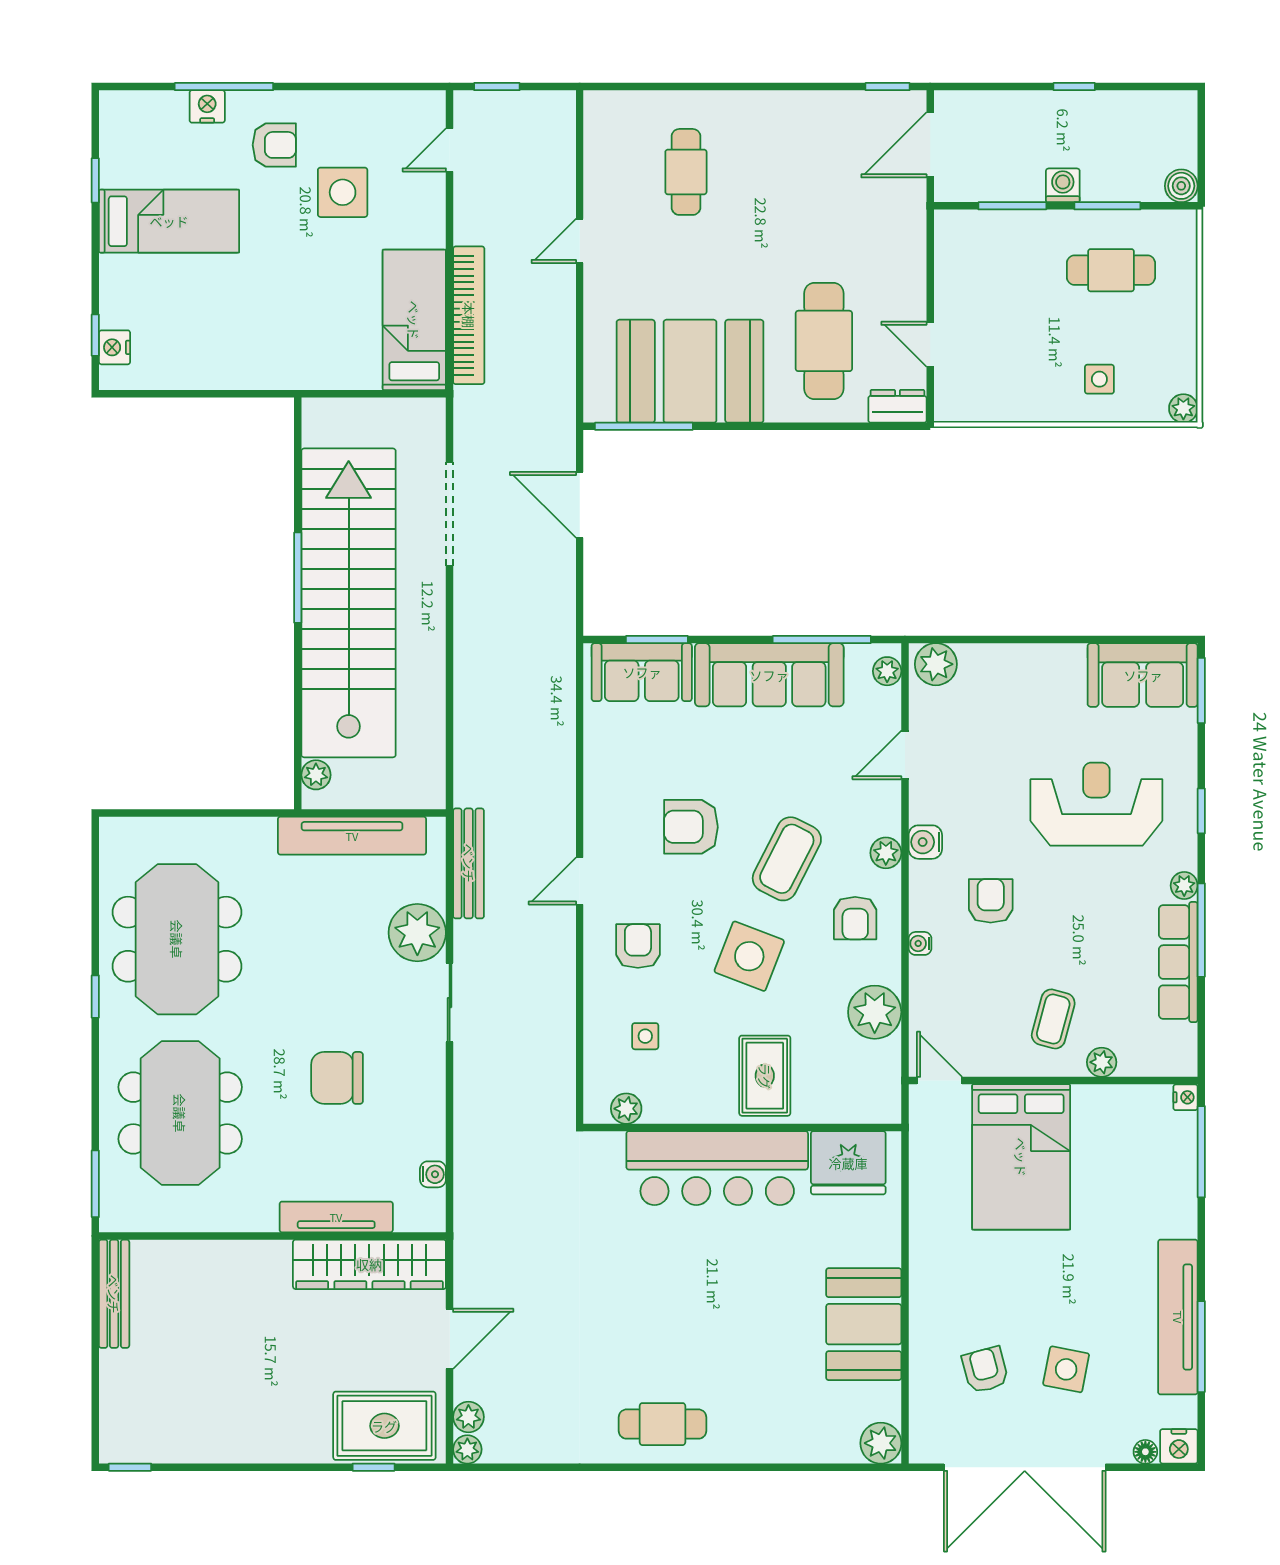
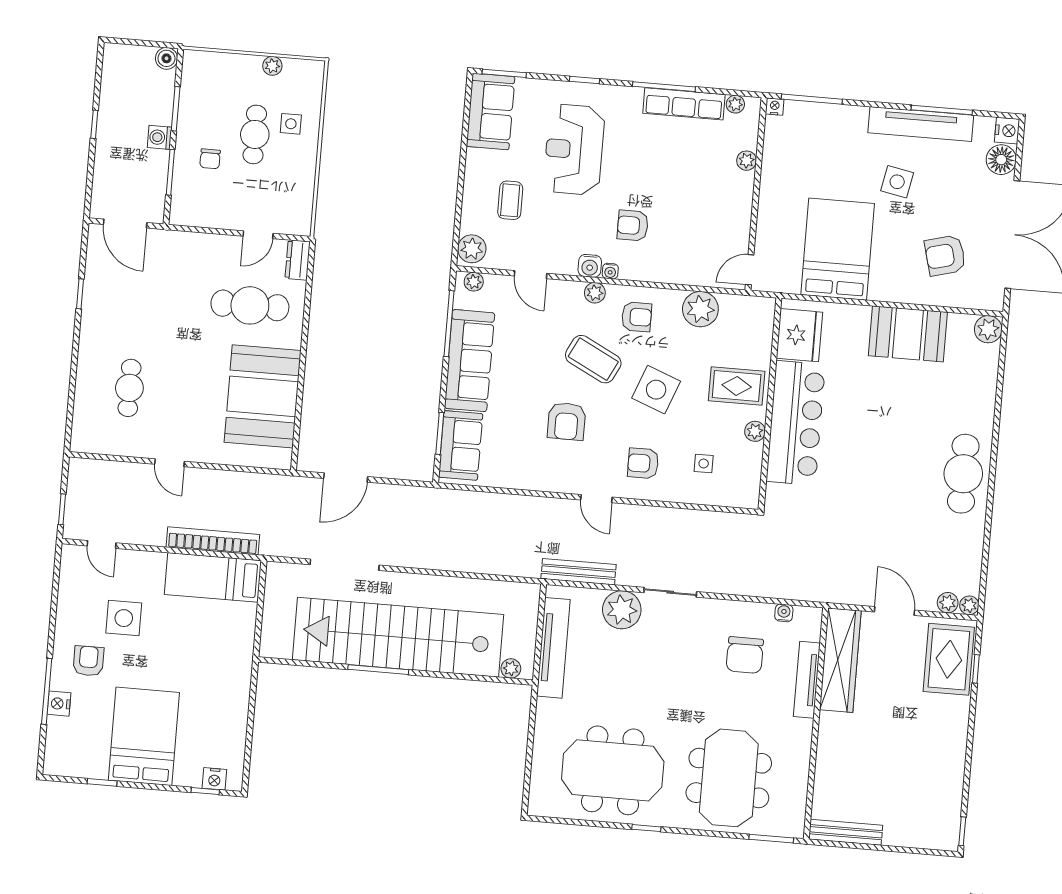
window: (888, 87) -> (80, 294), moved
cafe table: (686, 172) -> (129, 388), turned 90
bed: (169, 221) -> (144, 736), width x1.50
chair: (1037, 263) -> (210, 159), added
cafe table: (1111, 270) -> (255, 134), moved
plant: (1183, 408) -> (272, 66), moved
window: (644, 426) -> (297, 430), removed
plant: (1184, 886) -> (735, 104), moved
water cooler: (920, 943) -> (610, 271), moved
coffee table: (1053, 1019) -> (510, 200), moved, turned 75
chair: (337, 1078) -> (745, 655), moved
plant: (626, 1109) -> (755, 431), moved
meeting table: (180, 1113) -> (729, 778), turned 90
bed: (1021, 1157) -> (838, 249), moved, turned -90
side table: (1066, 1369) -> (897, 182), moved
armchair: (985, 1370) -> (945, 255), width x1.38, depth x1.38
cafe table: (662, 1424) -> (963, 474), width x1.37, depth x1.35
floor lamp: (1145, 1452) -> (1001, 160), width x1.89, depth x1.89

